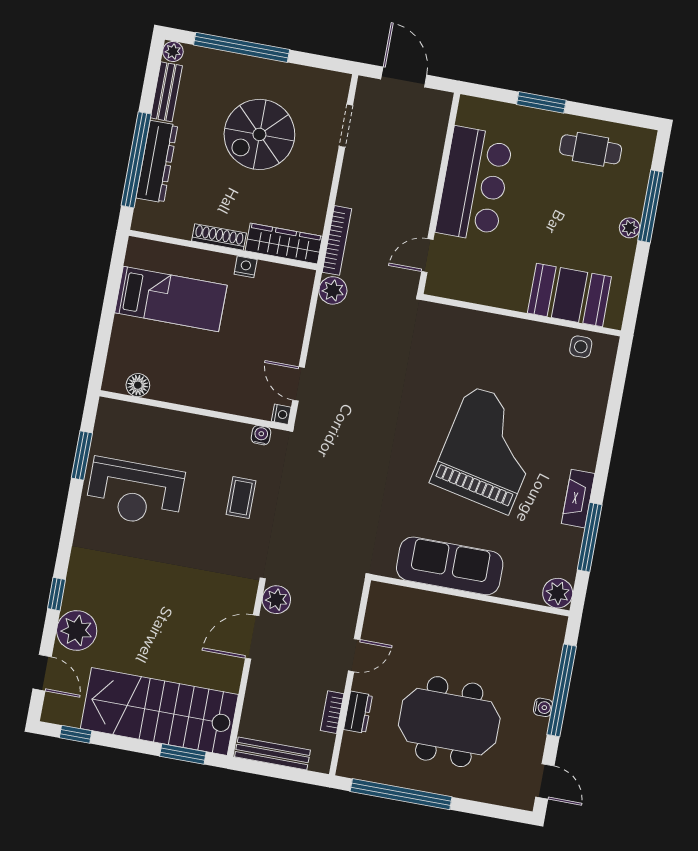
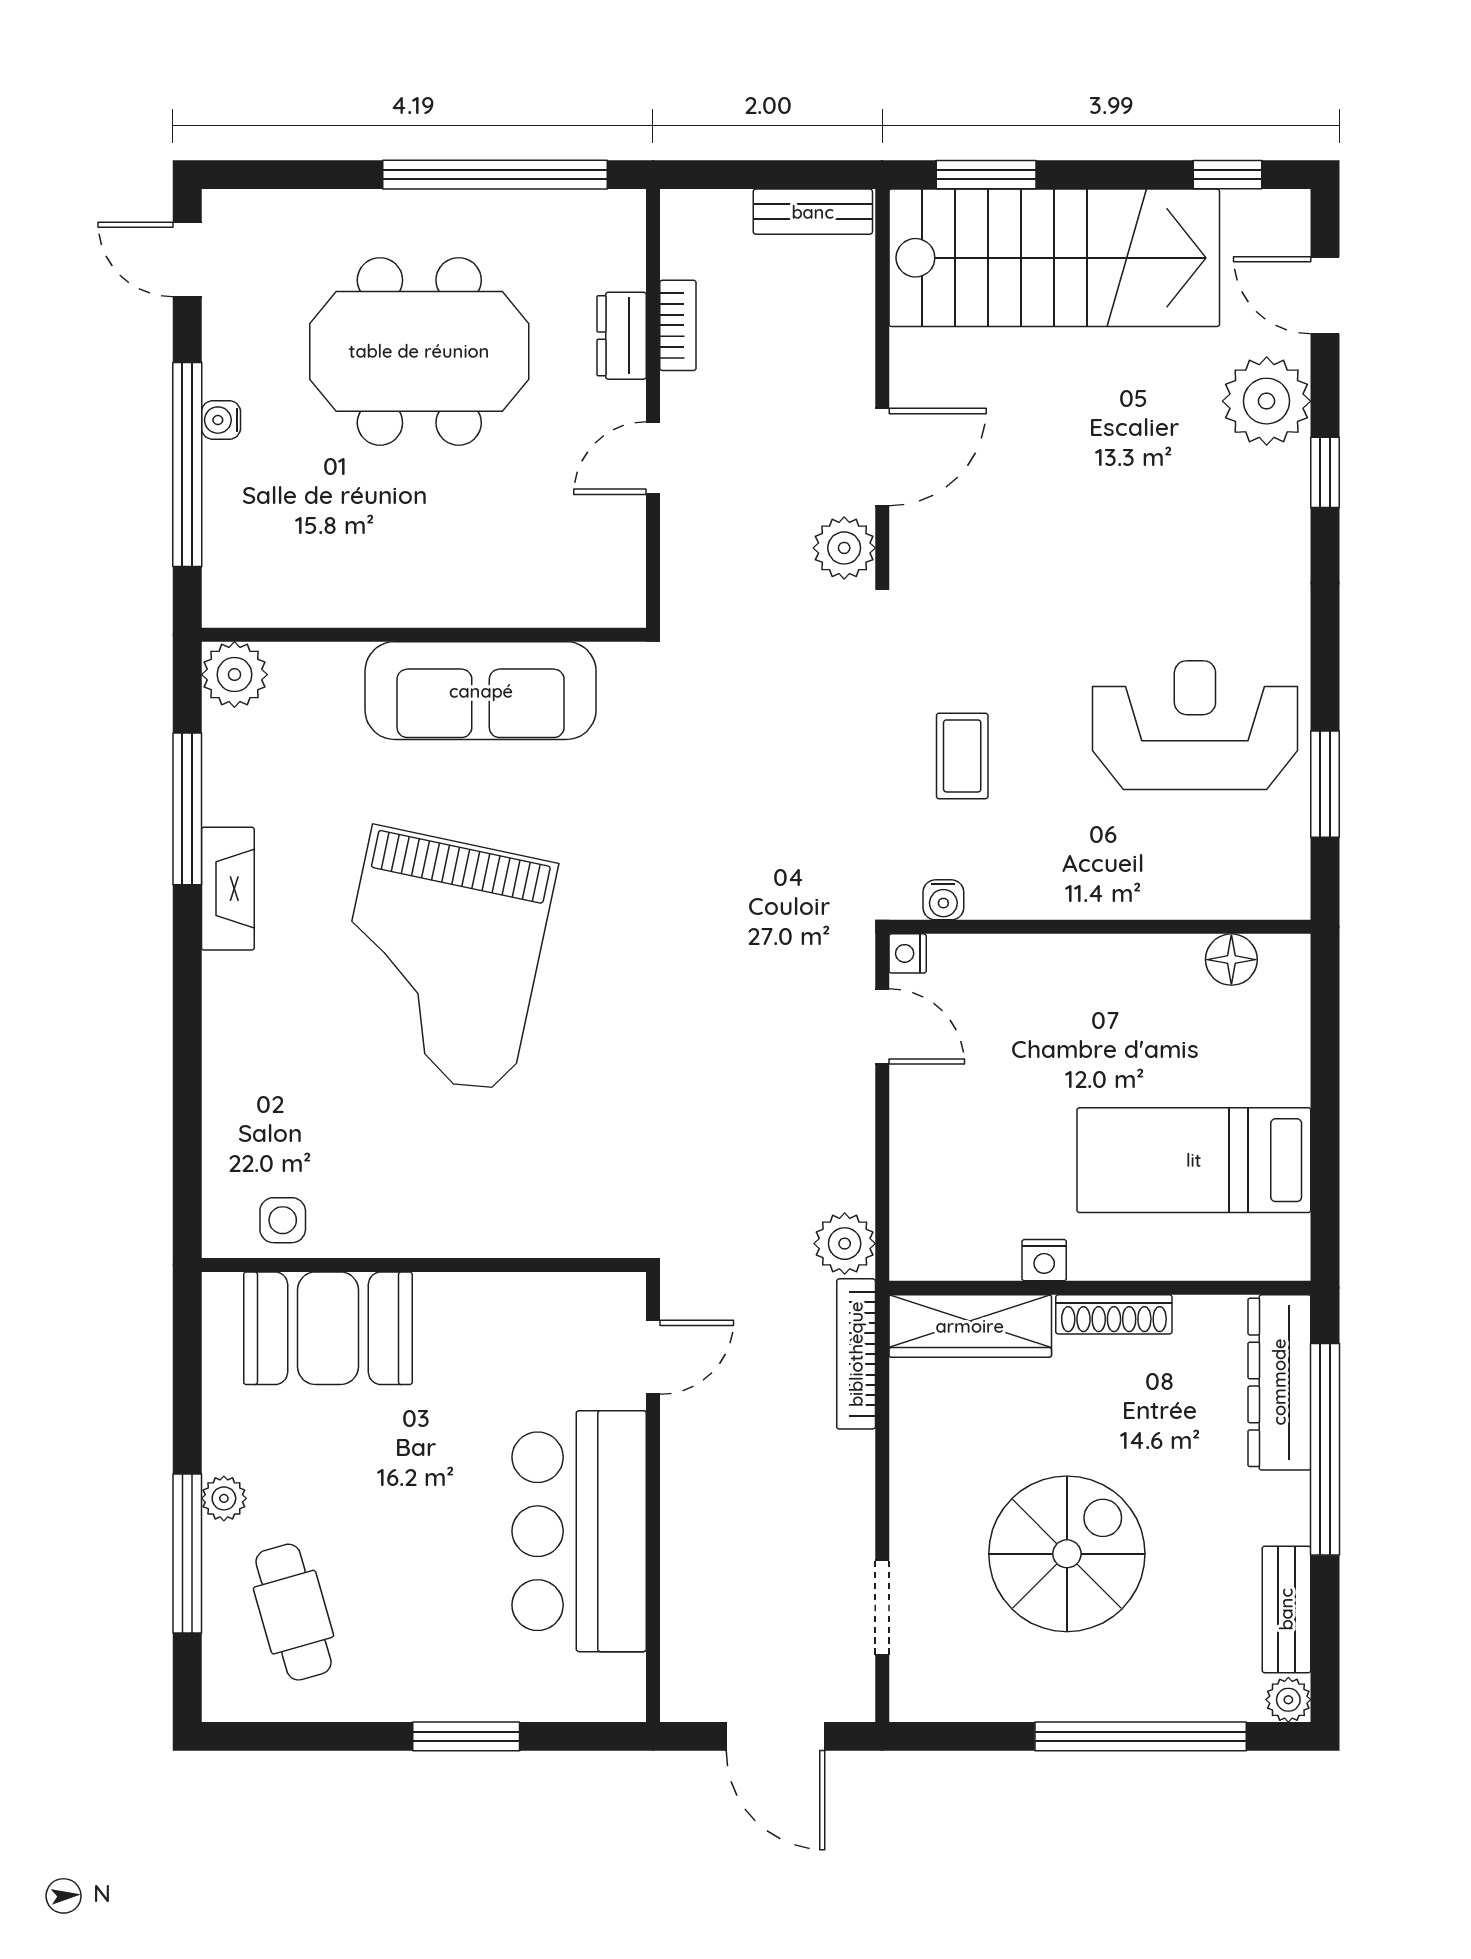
cafe table: (591, 149) -> (294, 1612), moved, turned 74
dresser: (157, 162) -> (1279, 1382), moved
bench: (272, 753) -> (813, 212), width x0.73

